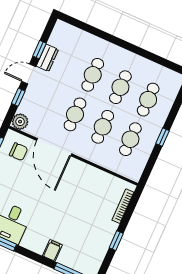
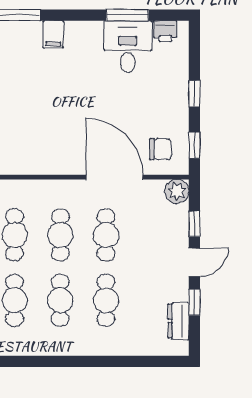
dresser: (47, 58) -> (179, 321), moved
chair: (19, 152) -> (161, 149), turned 180

